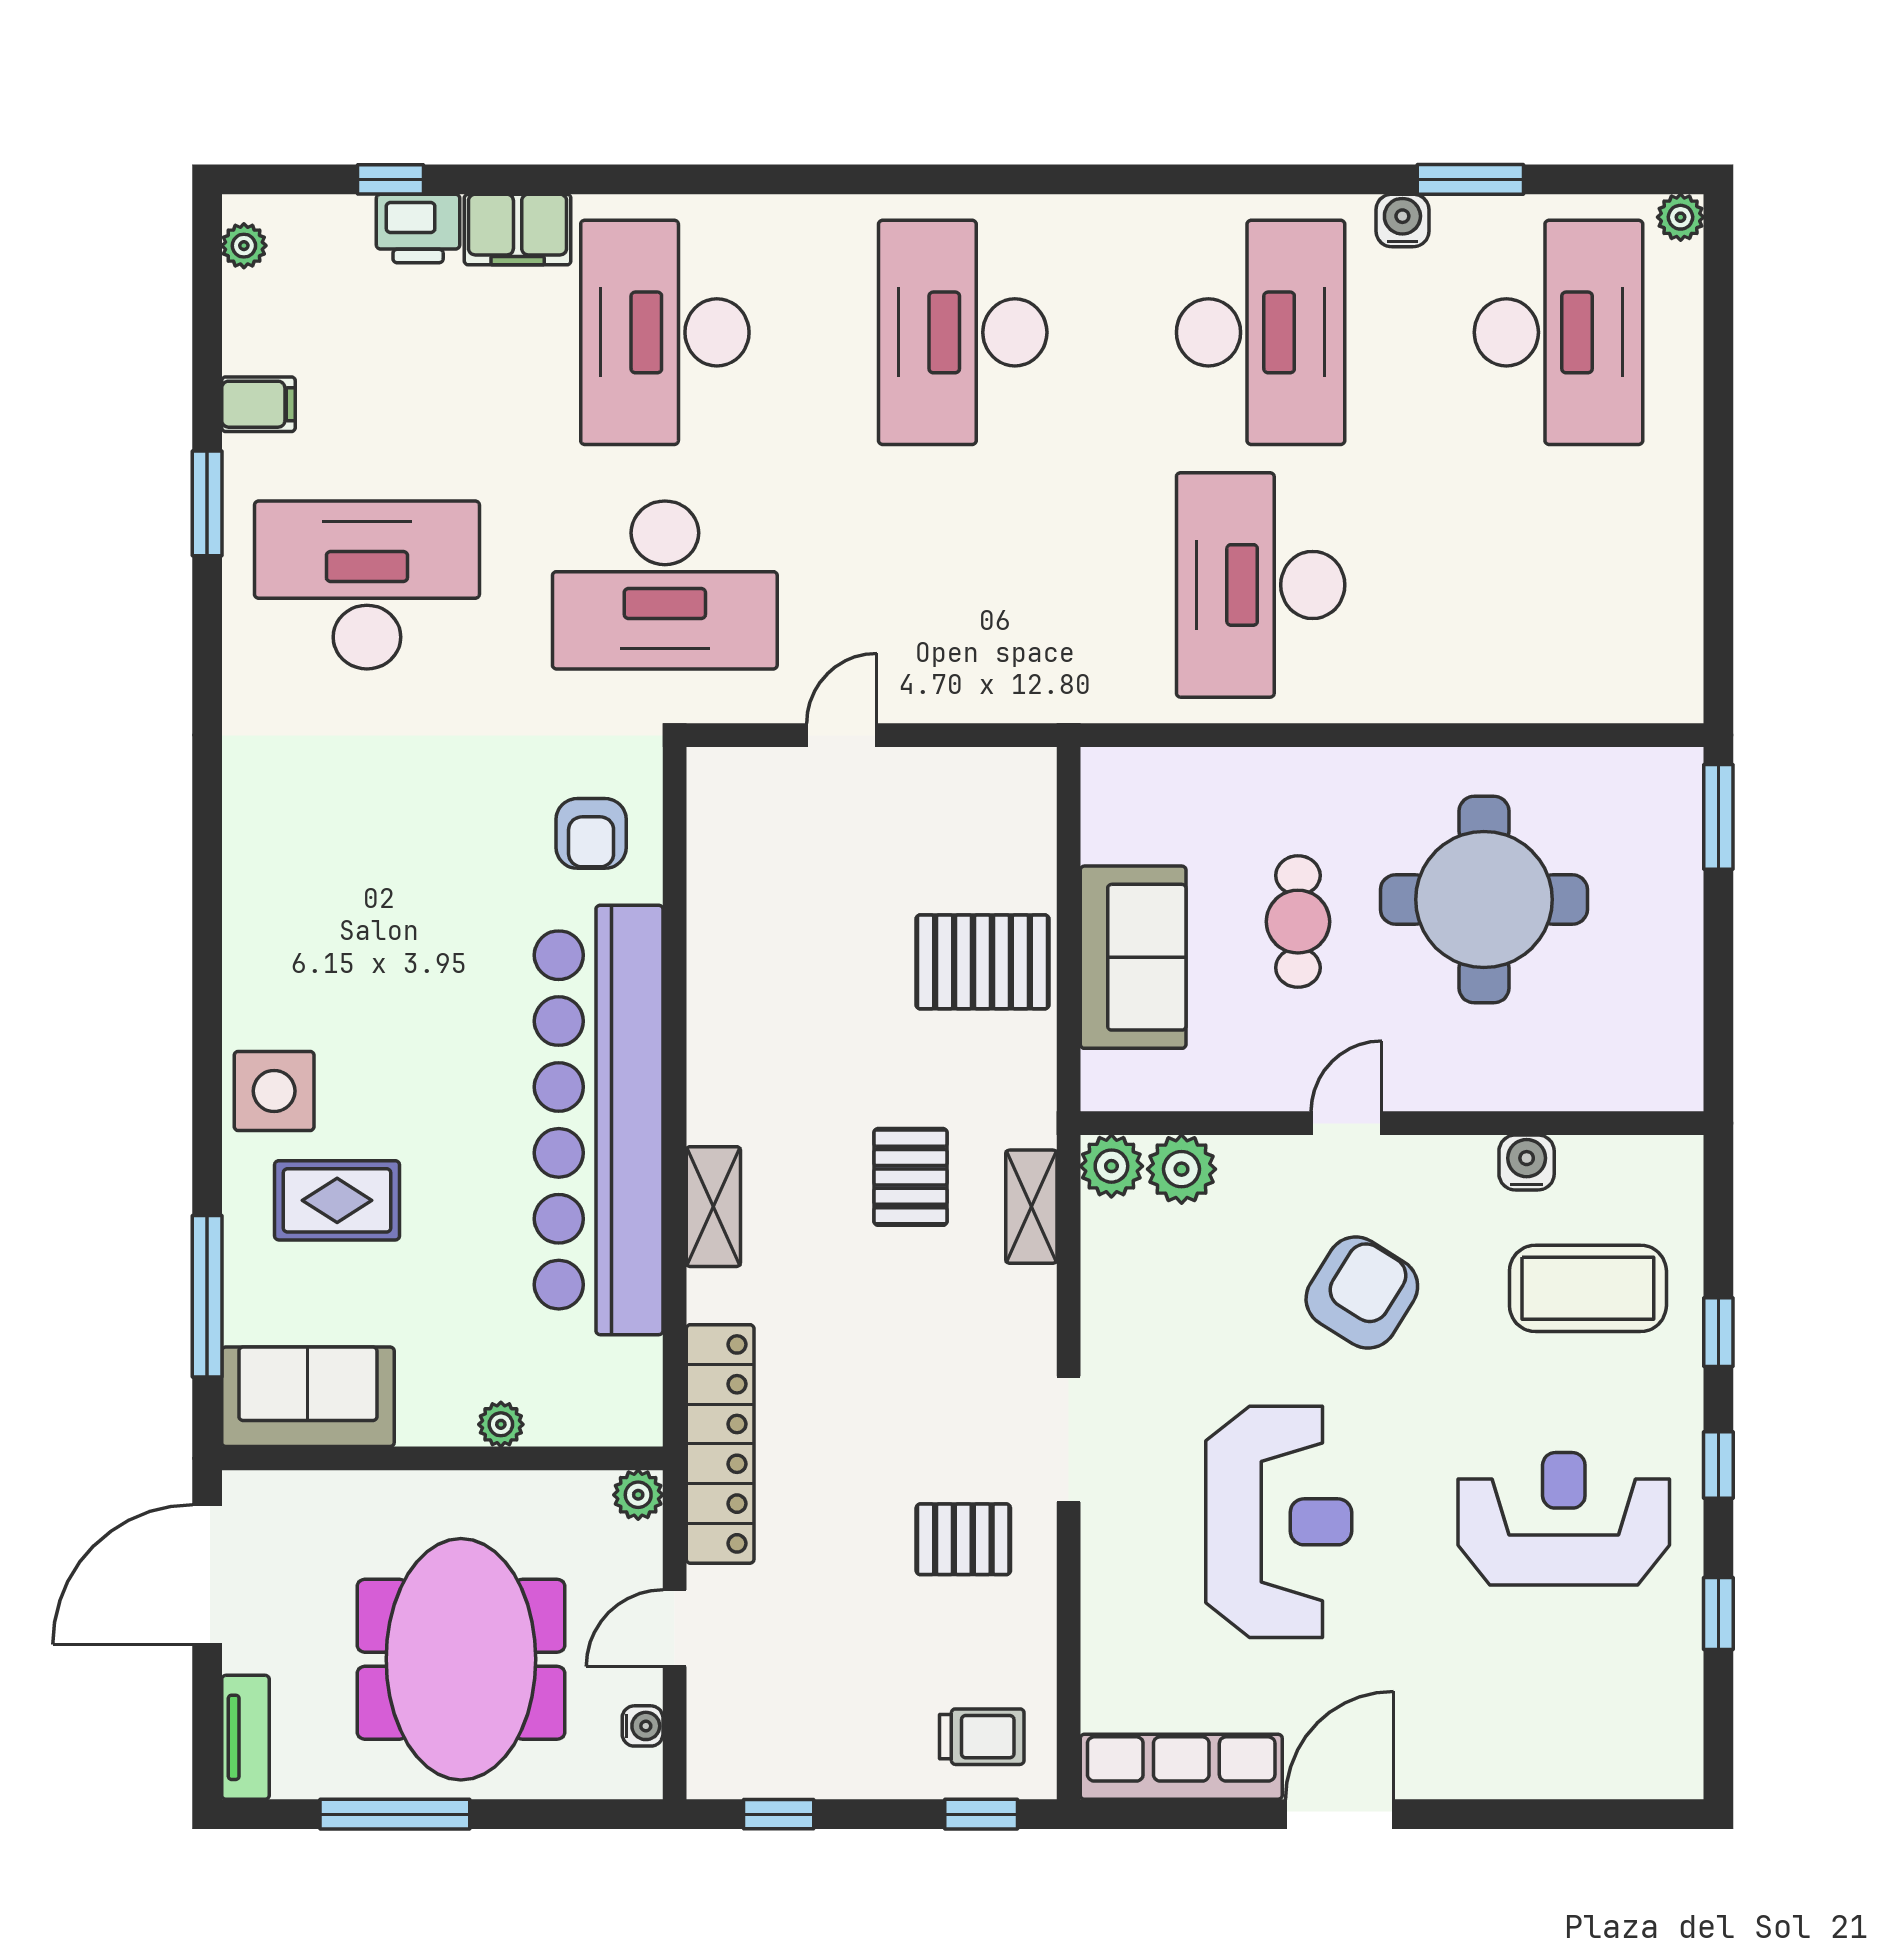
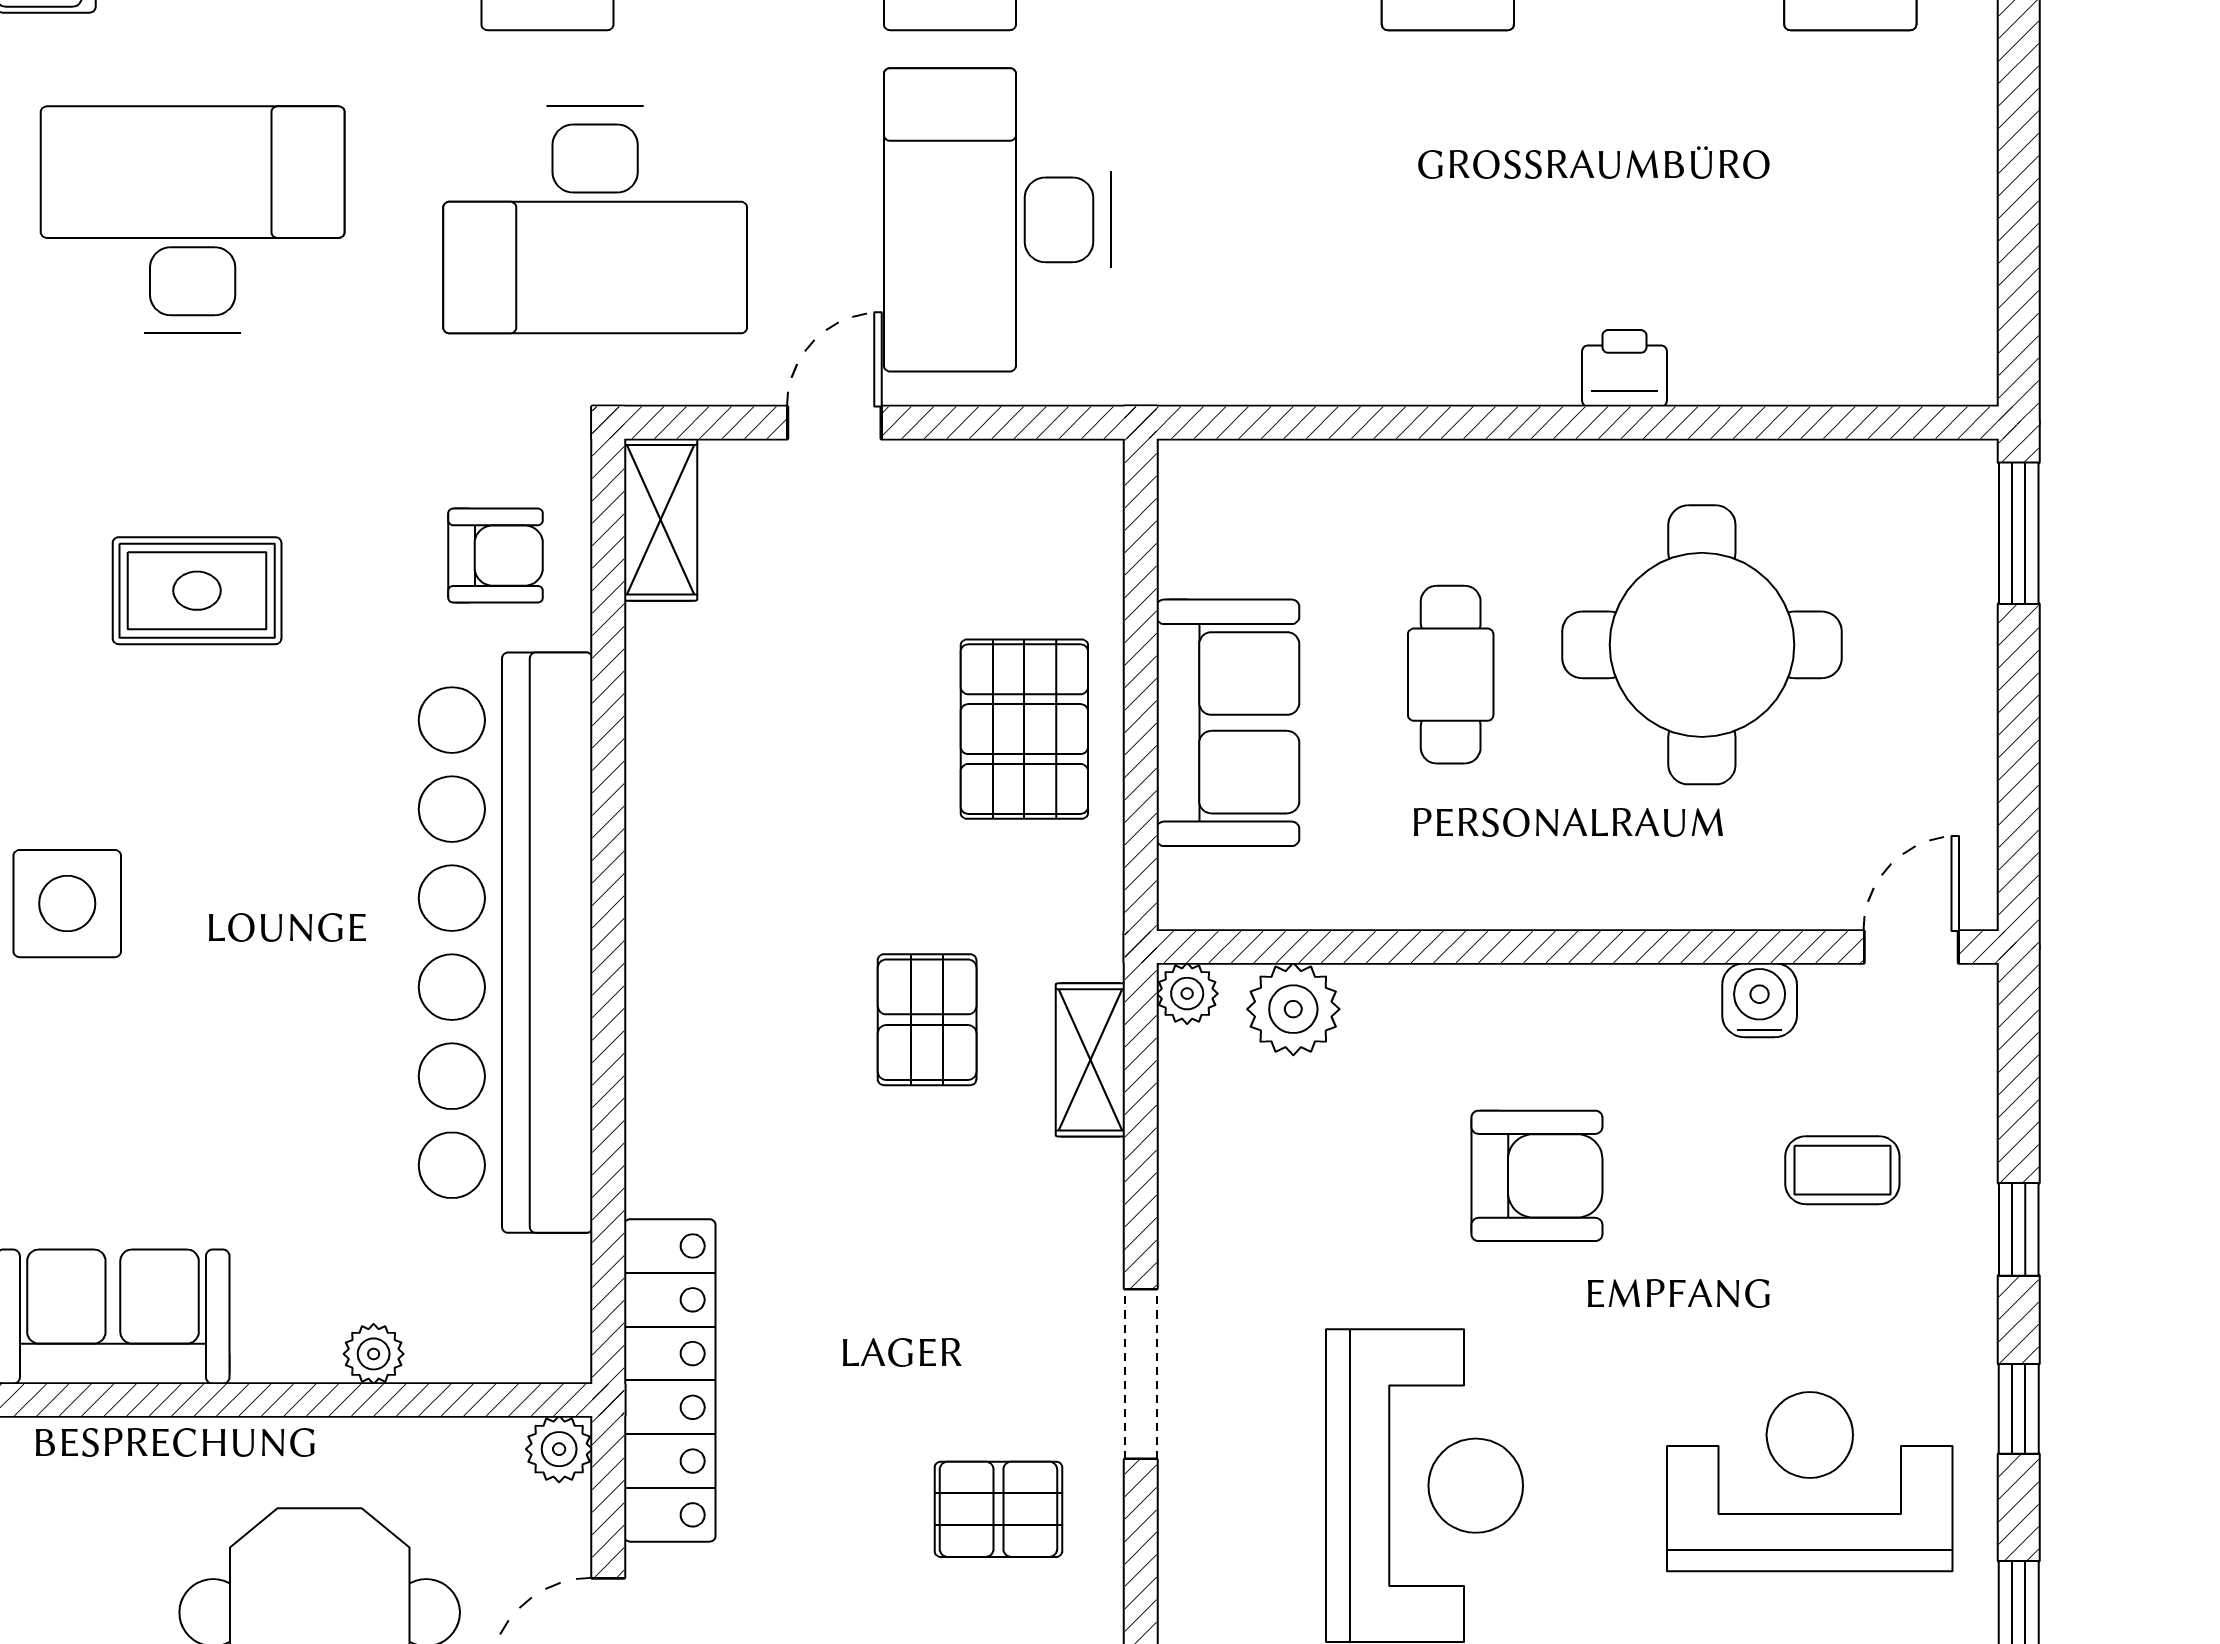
desk: (1261, 585) -> (998, 220), moved
printer: (1427, 695) -> (1624, 368), added
armchair: (591, 833) -> (496, 556), turned -90
pallet: (983, 962) -> (1024, 729), turned 90
door: (1346, 1123) -> (1911, 947), moved
plant: (1111, 1166) -> (1187, 994), width x0.73, depth x0.73
rug: (337, 1200) -> (197, 591), moved
shelving: (713, 1207) -> (661, 520), moved
coffee table: (1588, 1288) -> (1842, 1170), width x0.54, depth x0.58
armchair: (1362, 1293) -> (1537, 1176), turned 58

